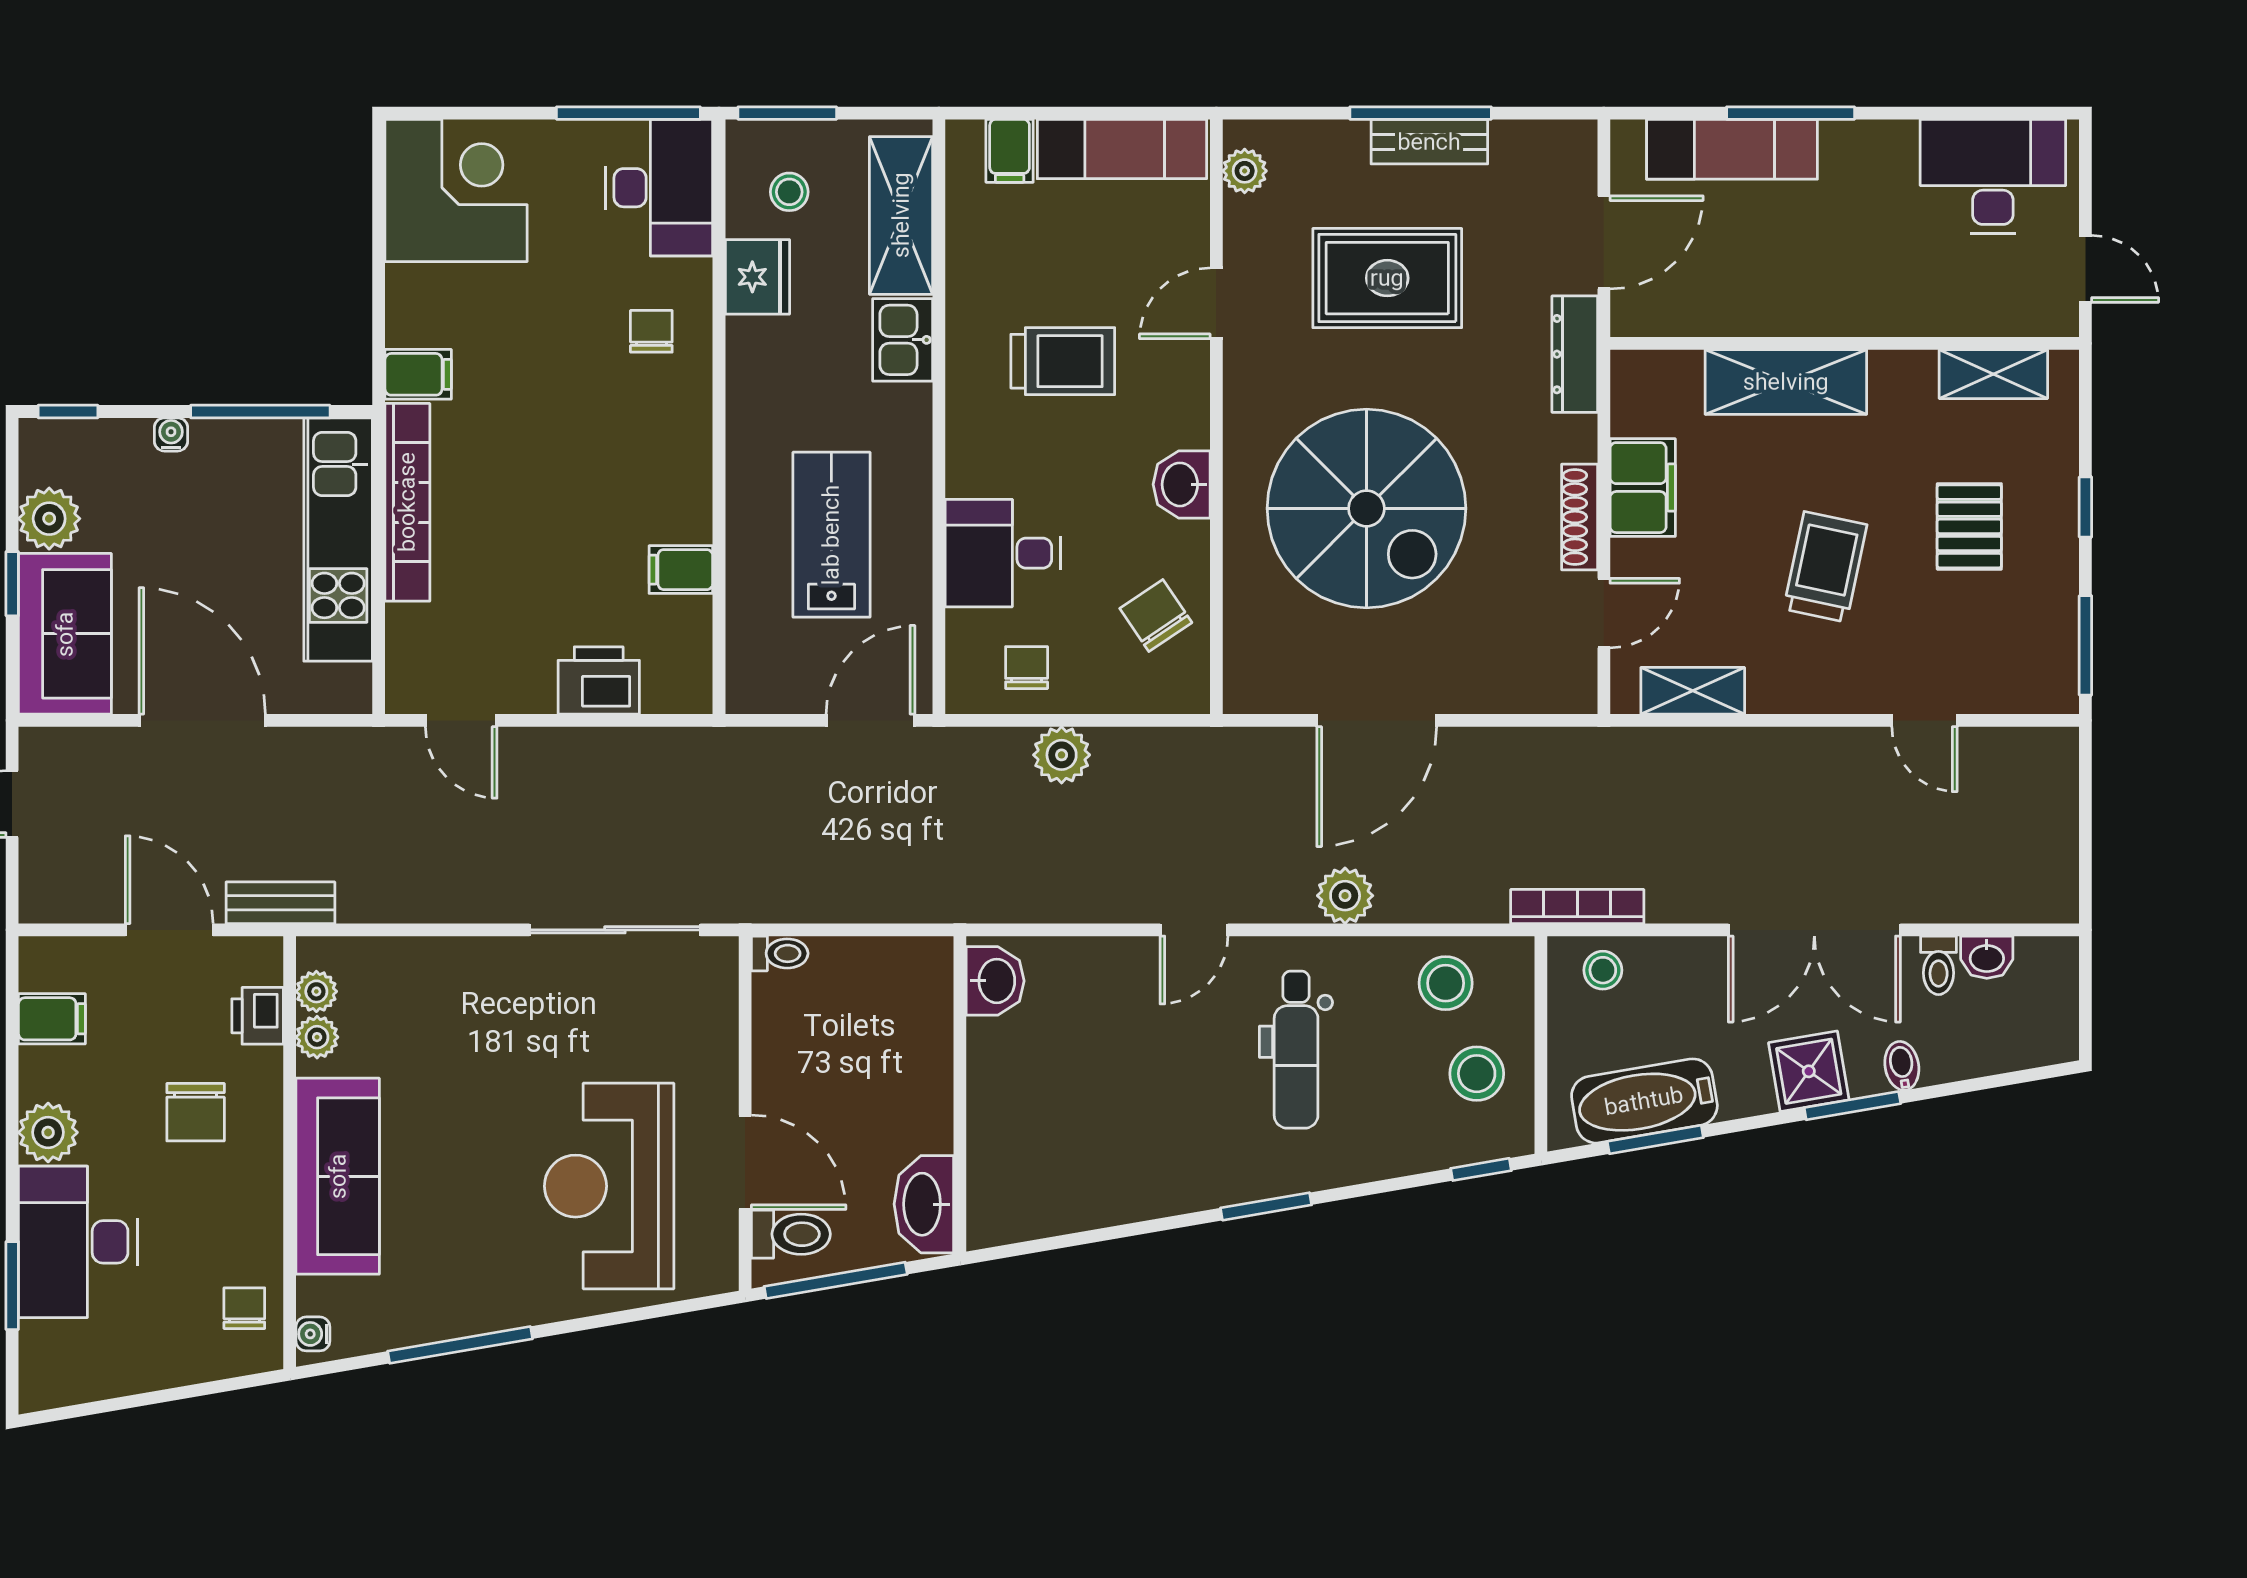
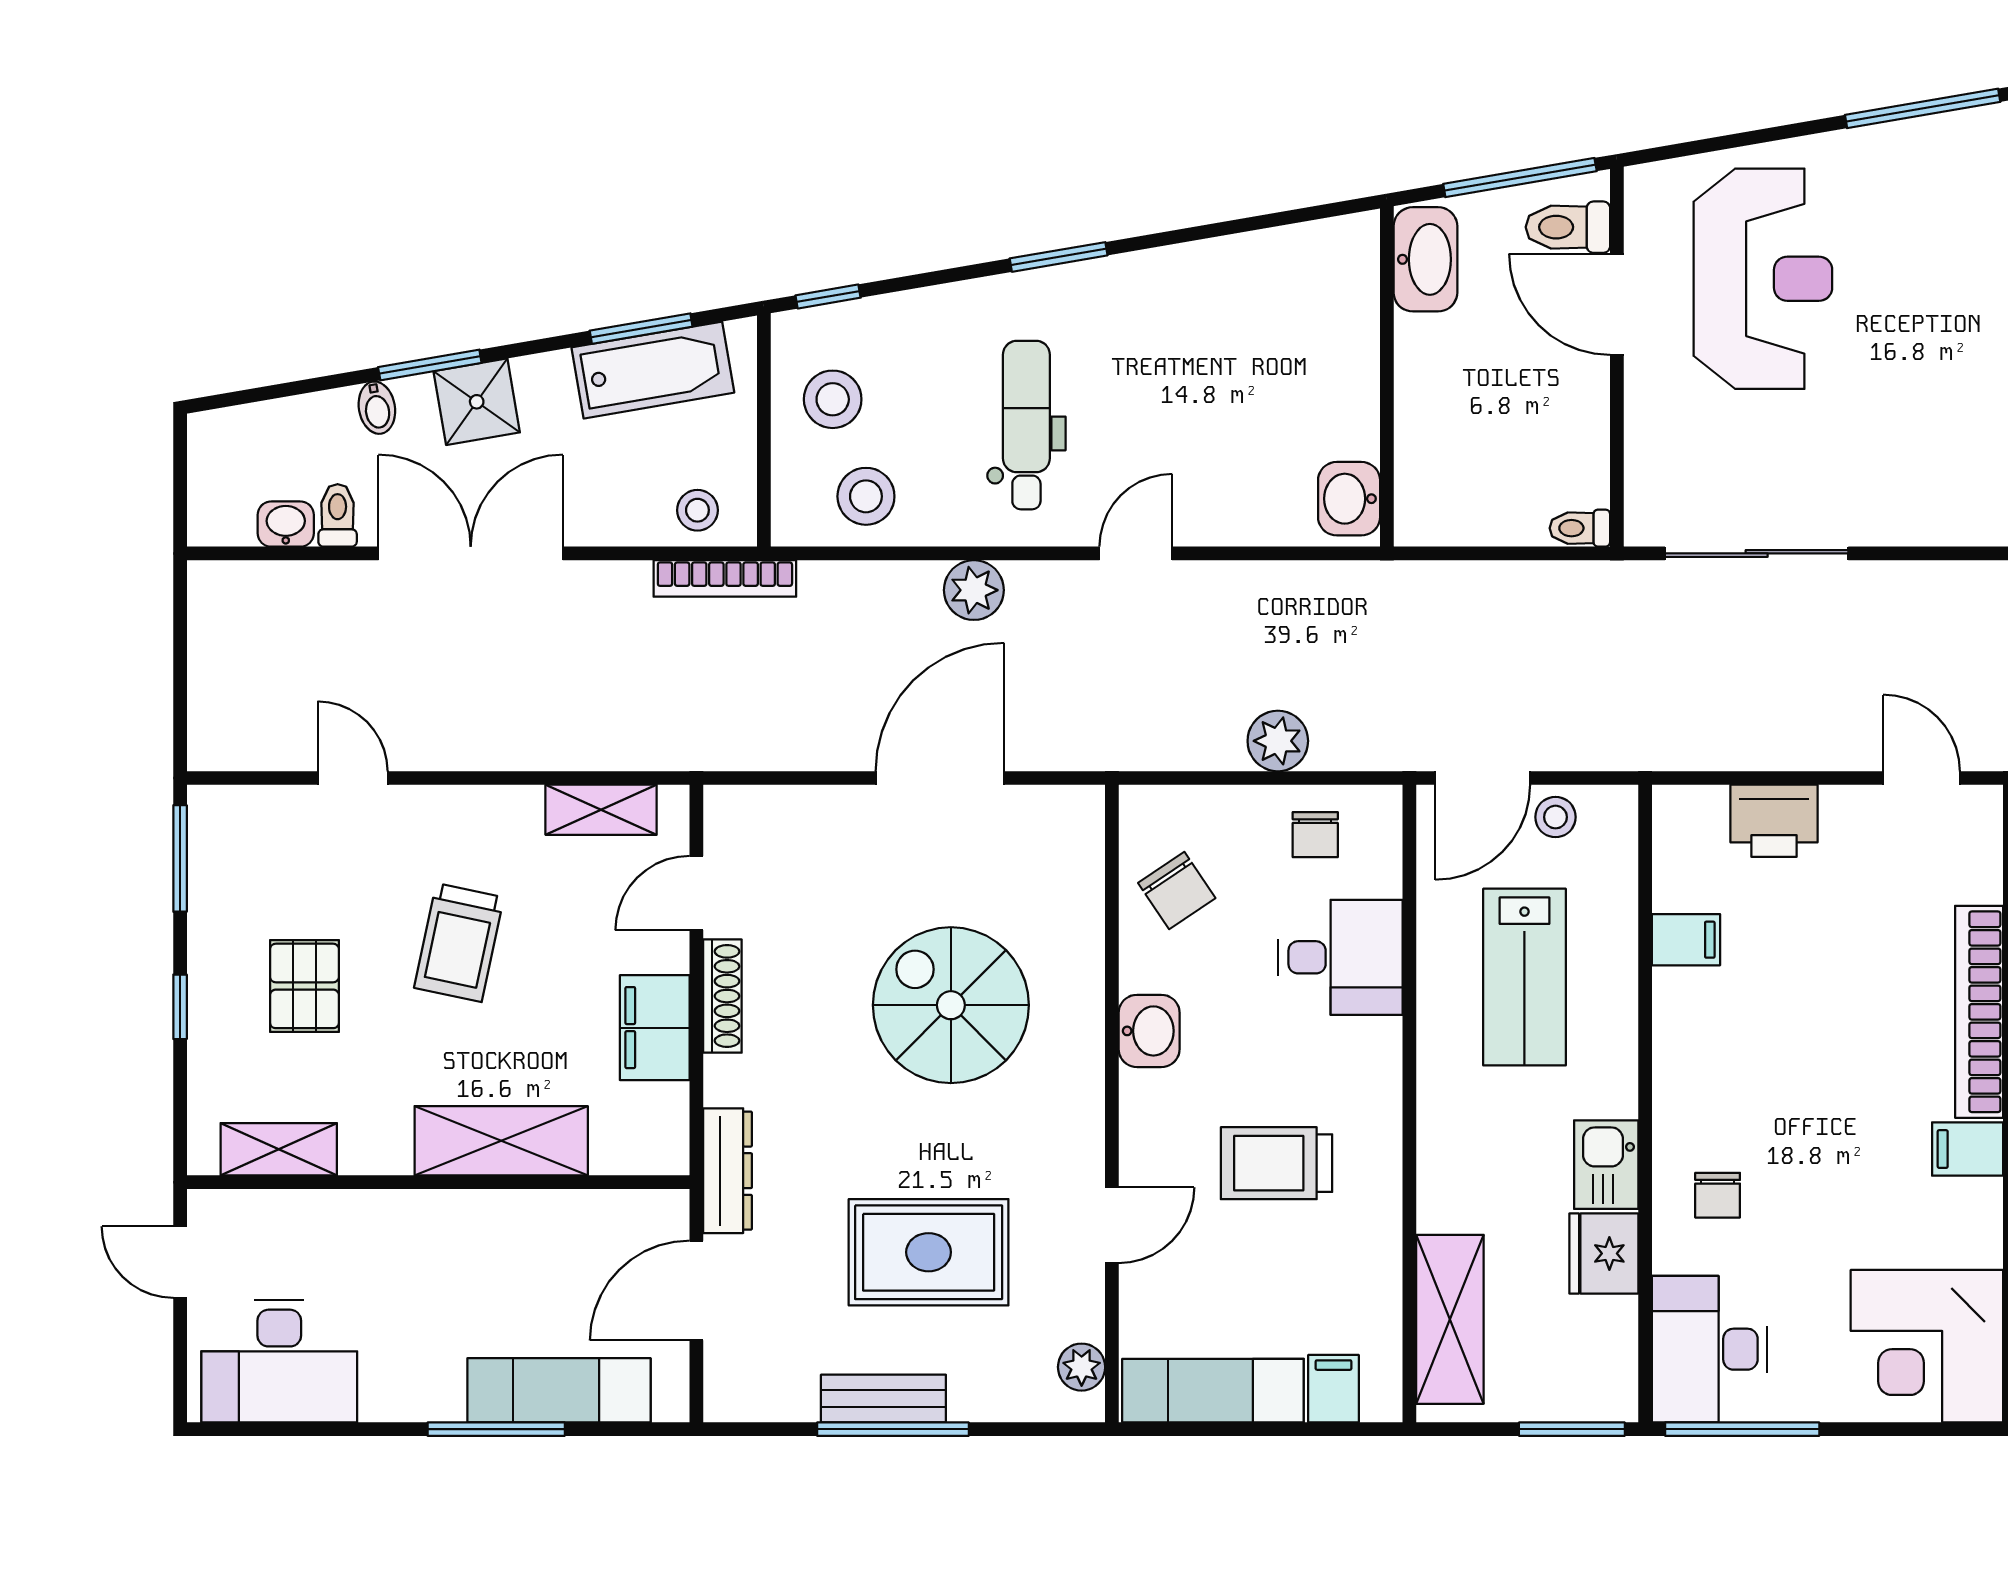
stool: (789, 192) -> (1555, 817), moved
kitchen sink: (903, 340) -> (1606, 1165), moved, turned 180
spiral stairs: (1366, 508) -> (951, 1005), width x0.73, depth x0.73

